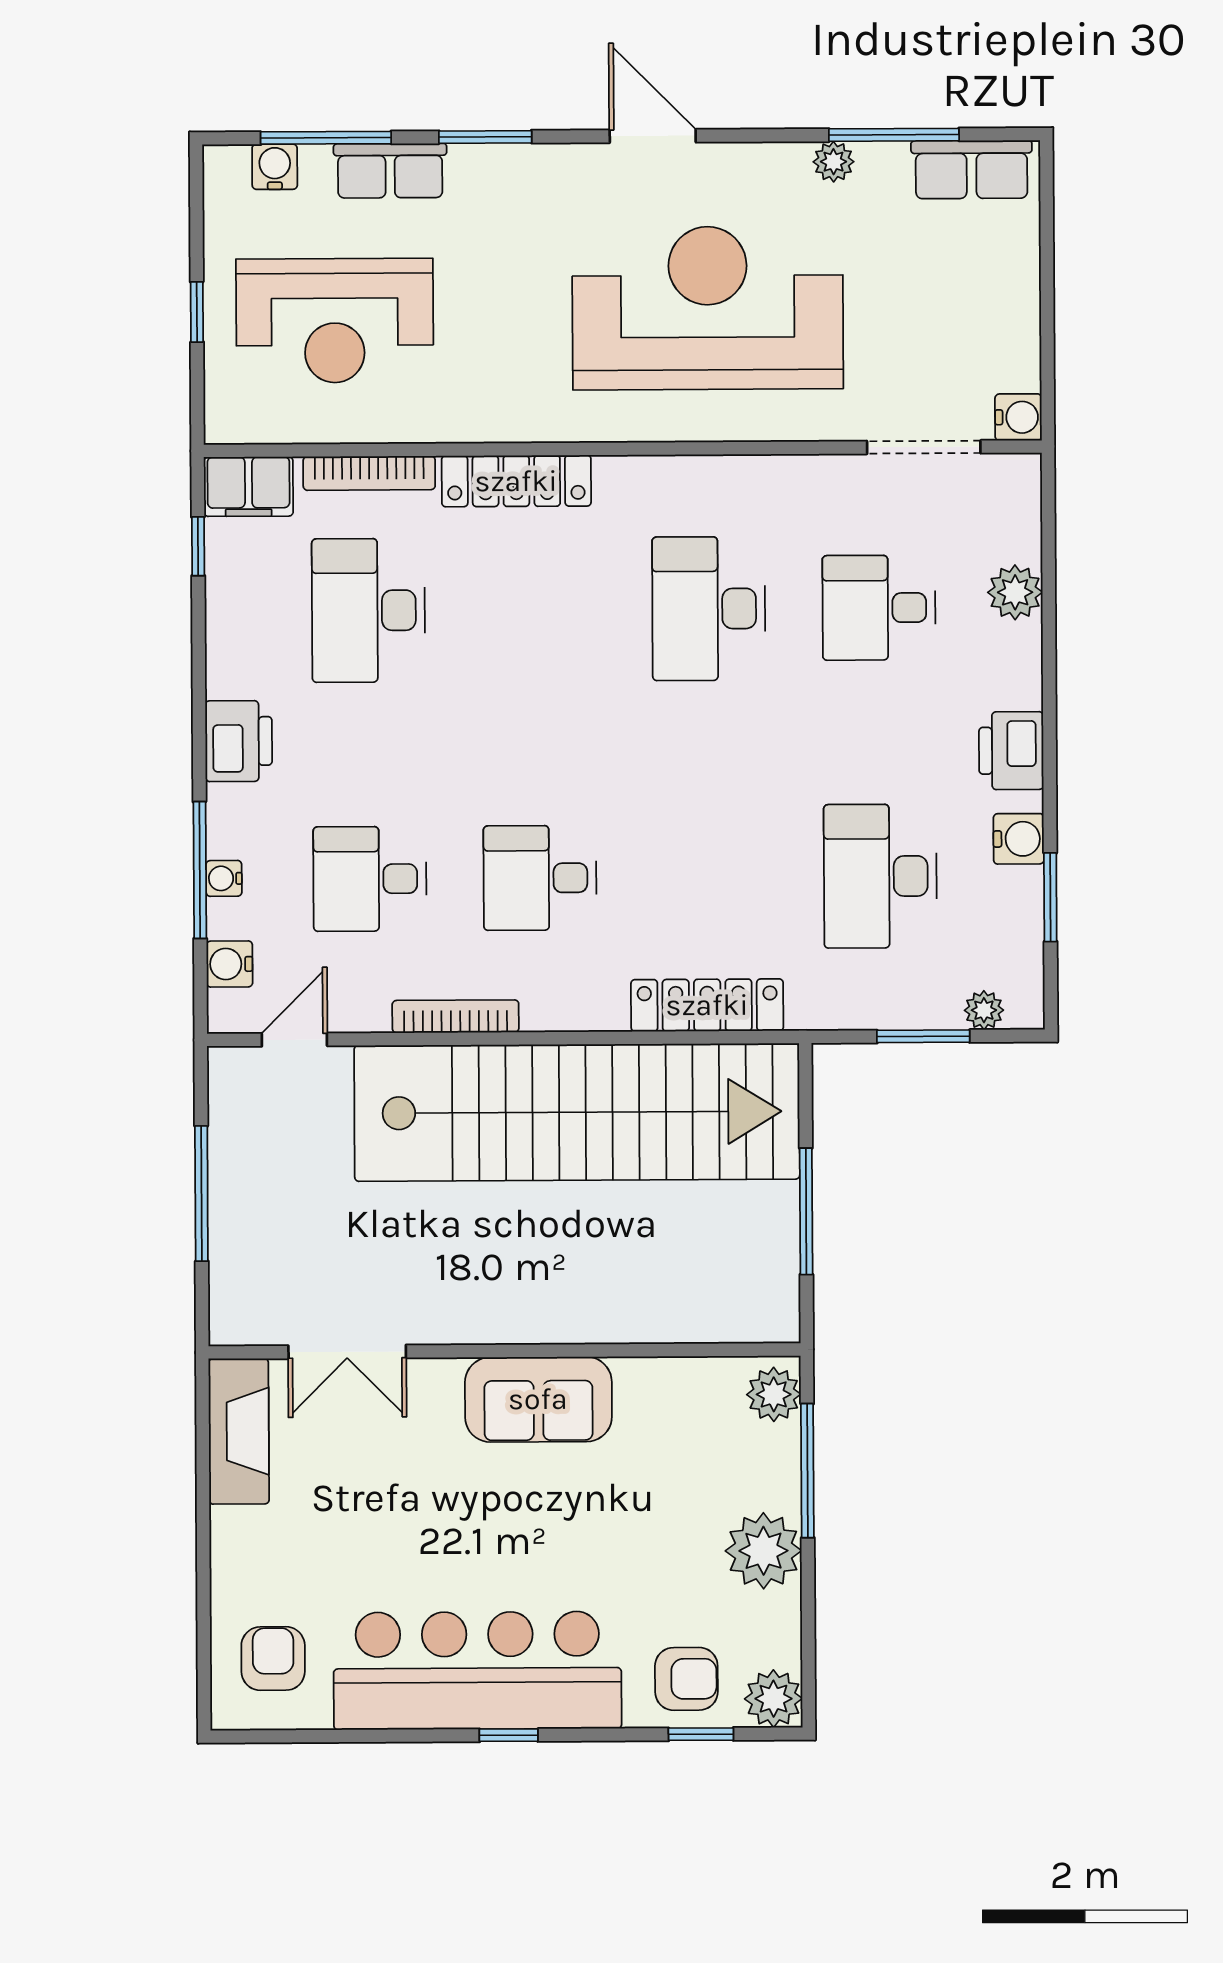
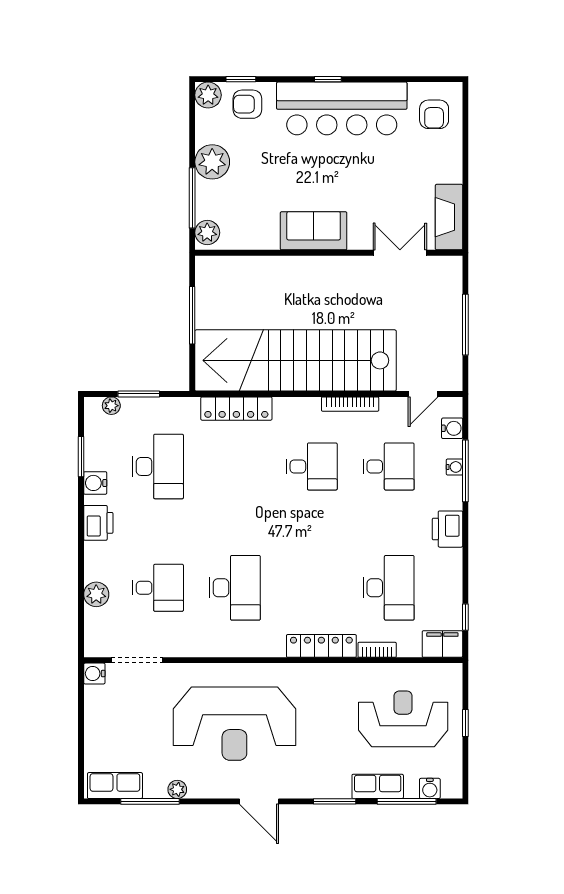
bookcase: (369, 473) -> (377, 650), width x0.64

